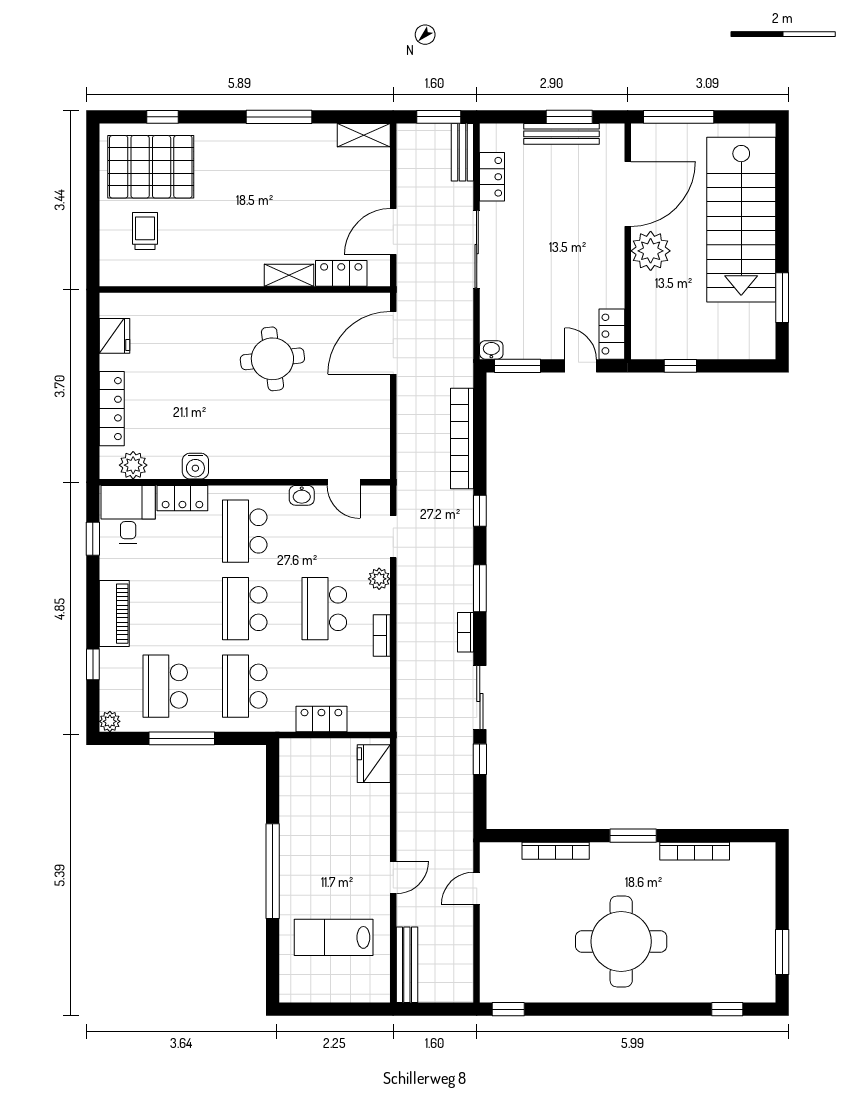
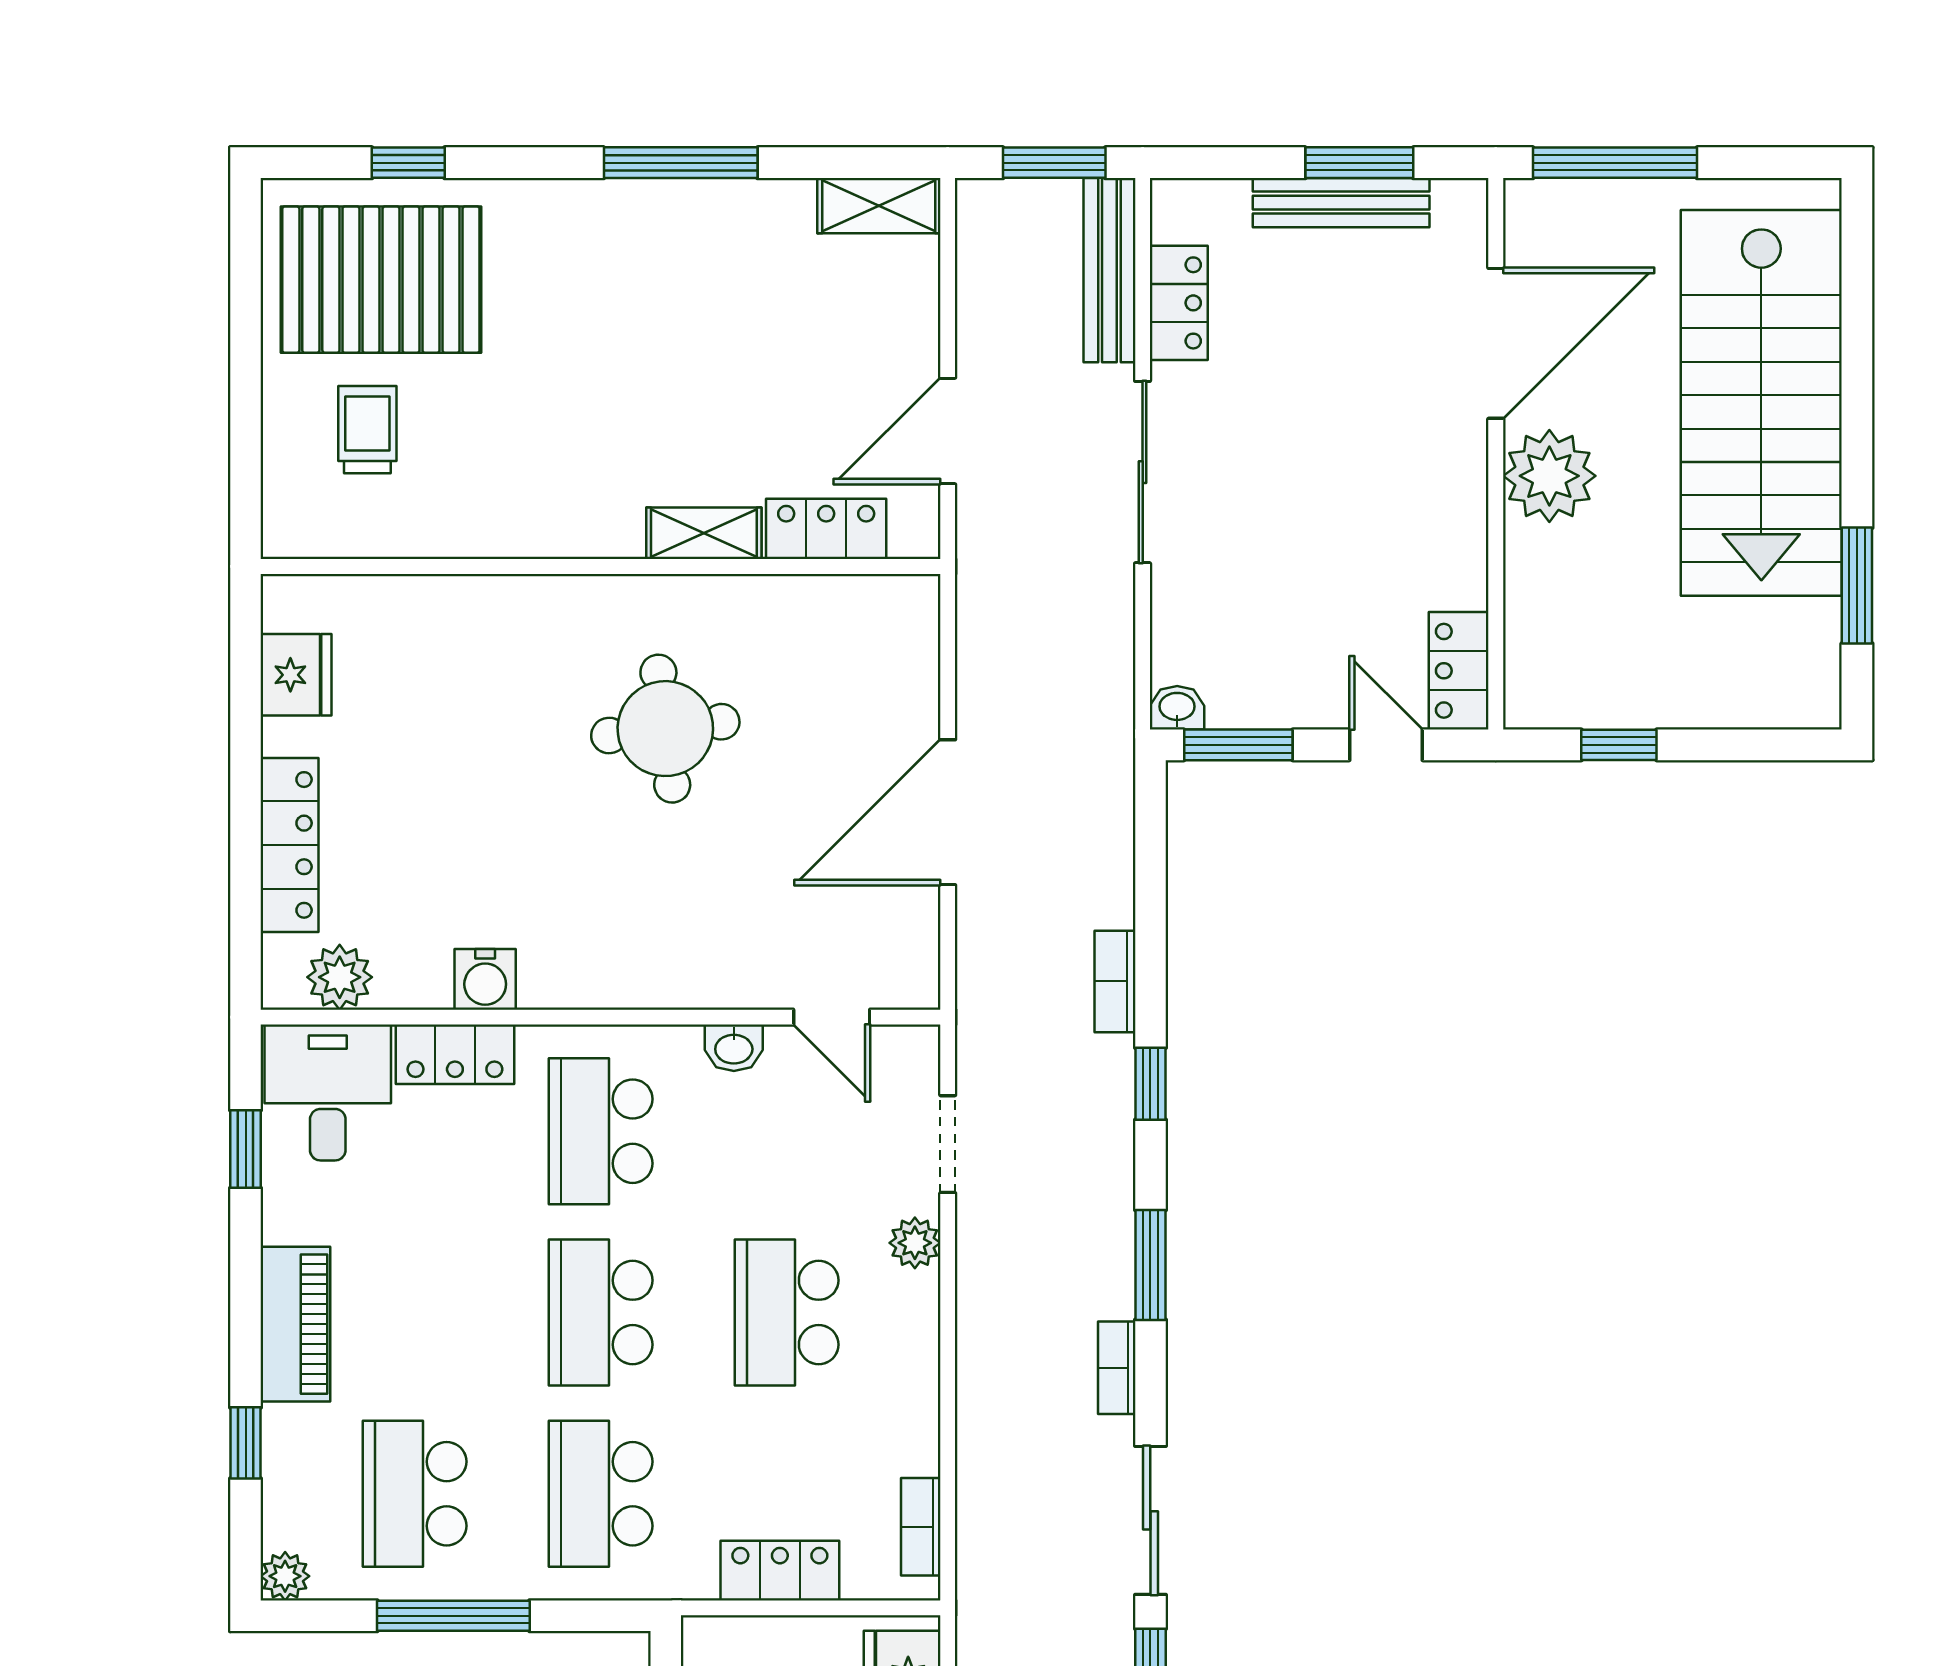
bench: (462, 152) -> (1109, 270), width x1.36
door: (393, 343) -> (948, 812), moved
bookcase: (462, 438) -> (1115, 981), width x0.43, depth x0.76
bookcase: (382, 635) -> (921, 1527), moved

